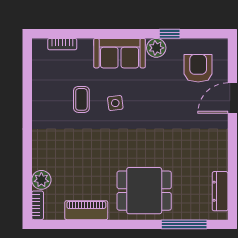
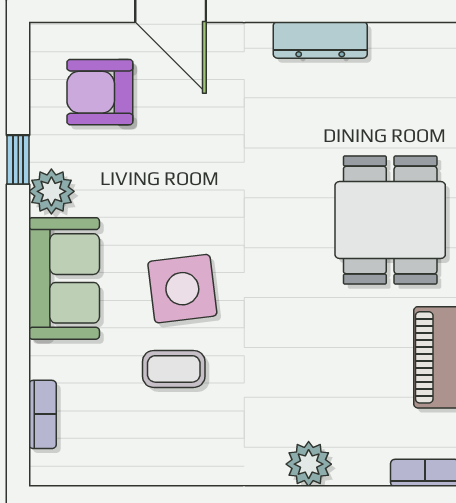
side table: (115, 103) -> (182, 289), width x1.87, depth x1.87
plant: (41, 180) -> (309, 464), moved
dresser: (220, 191) -> (320, 40), moved

